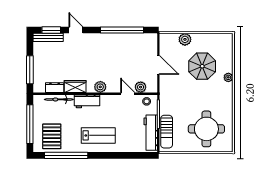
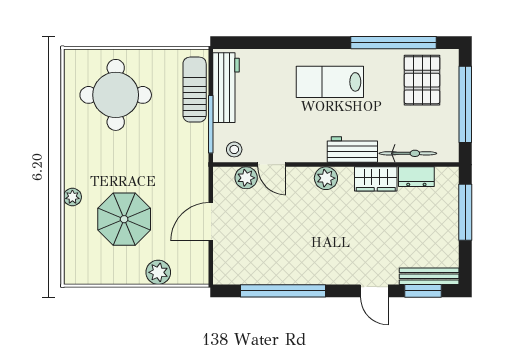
door: (158, 65) -> (211, 222), hinge flipped

